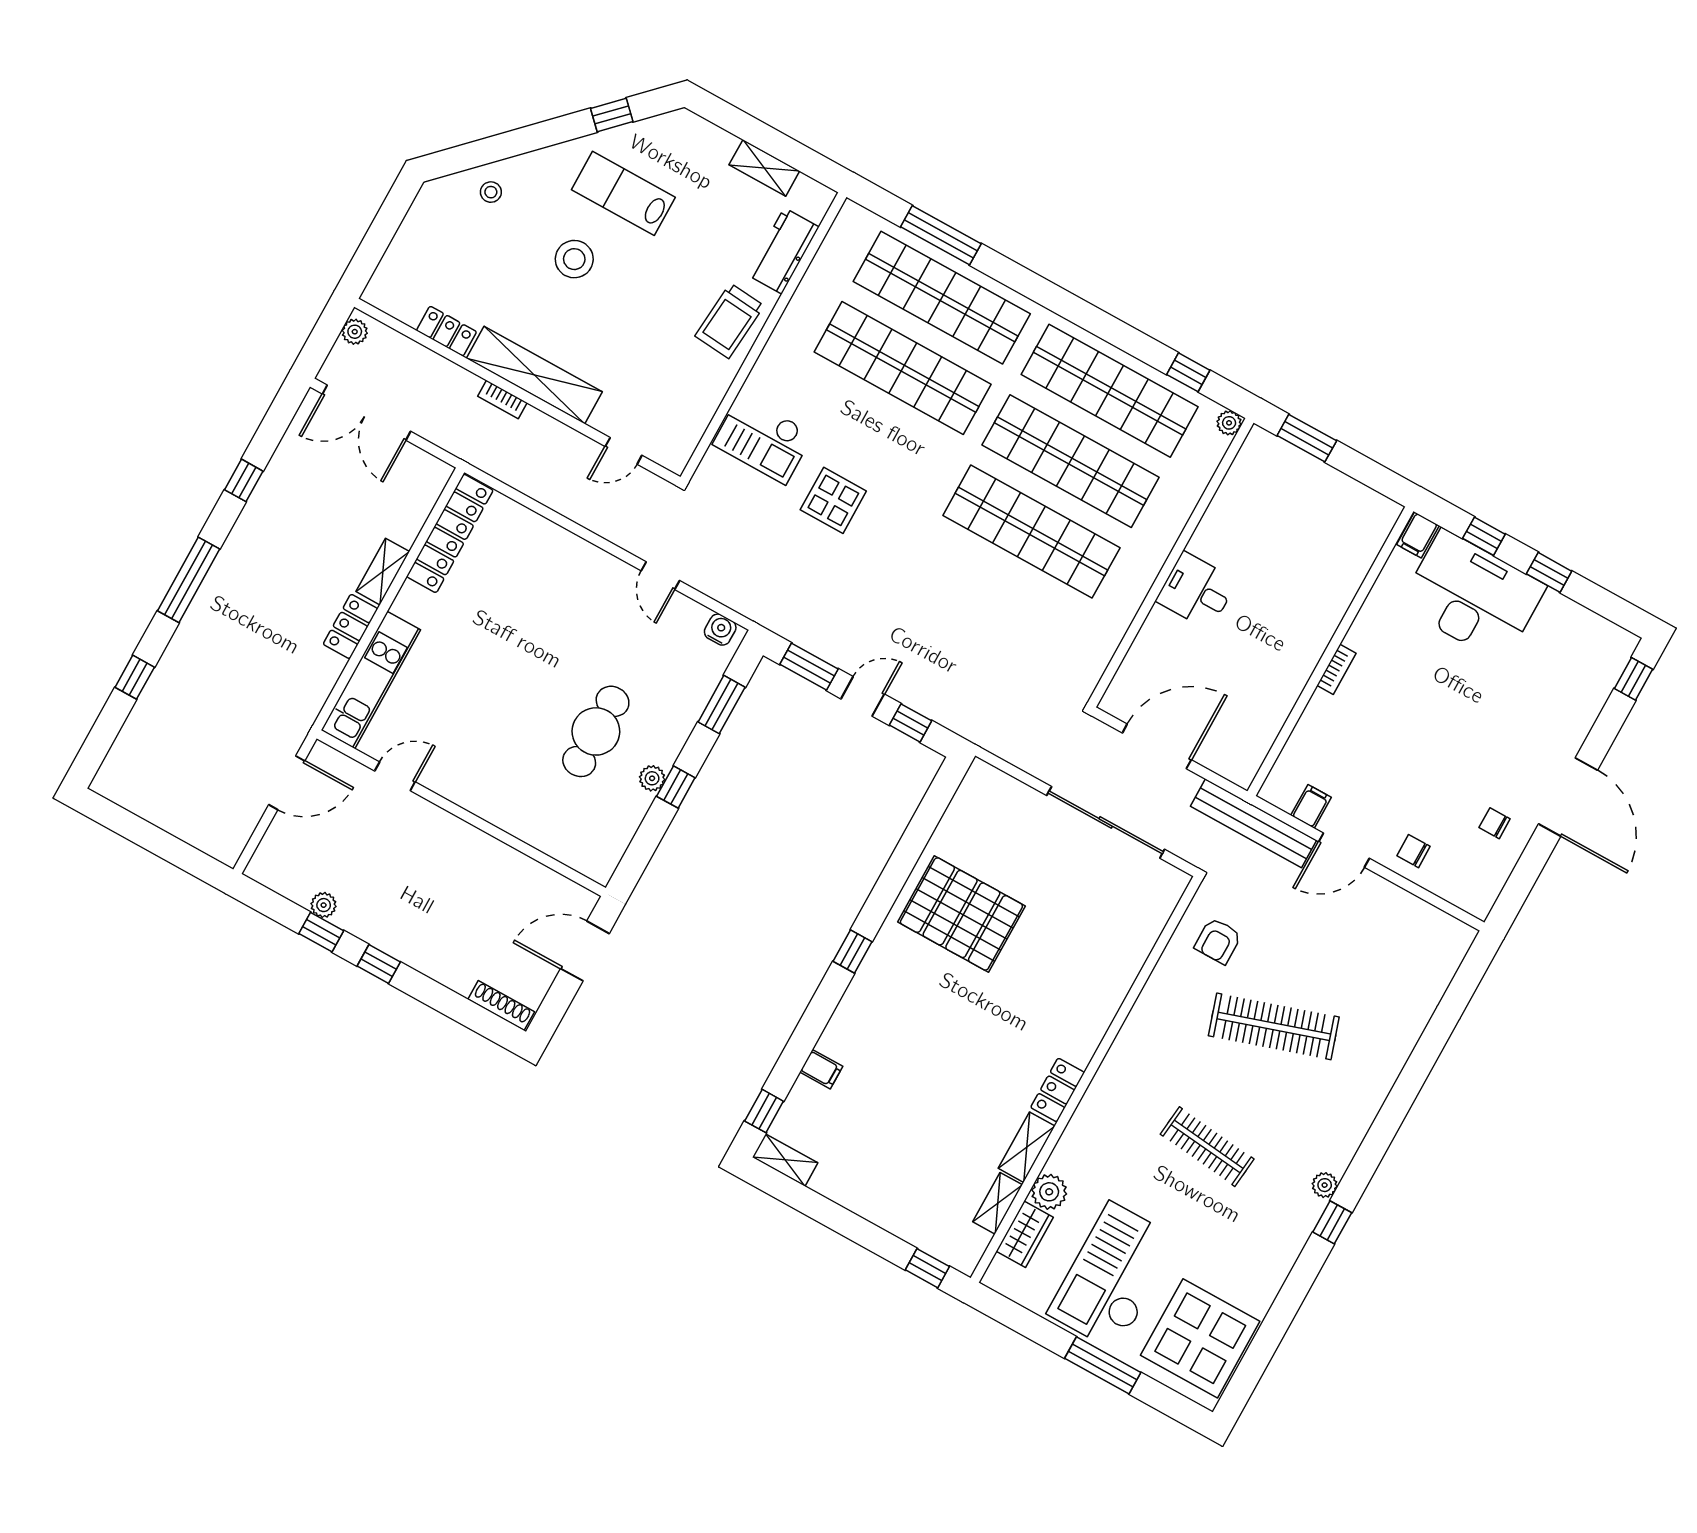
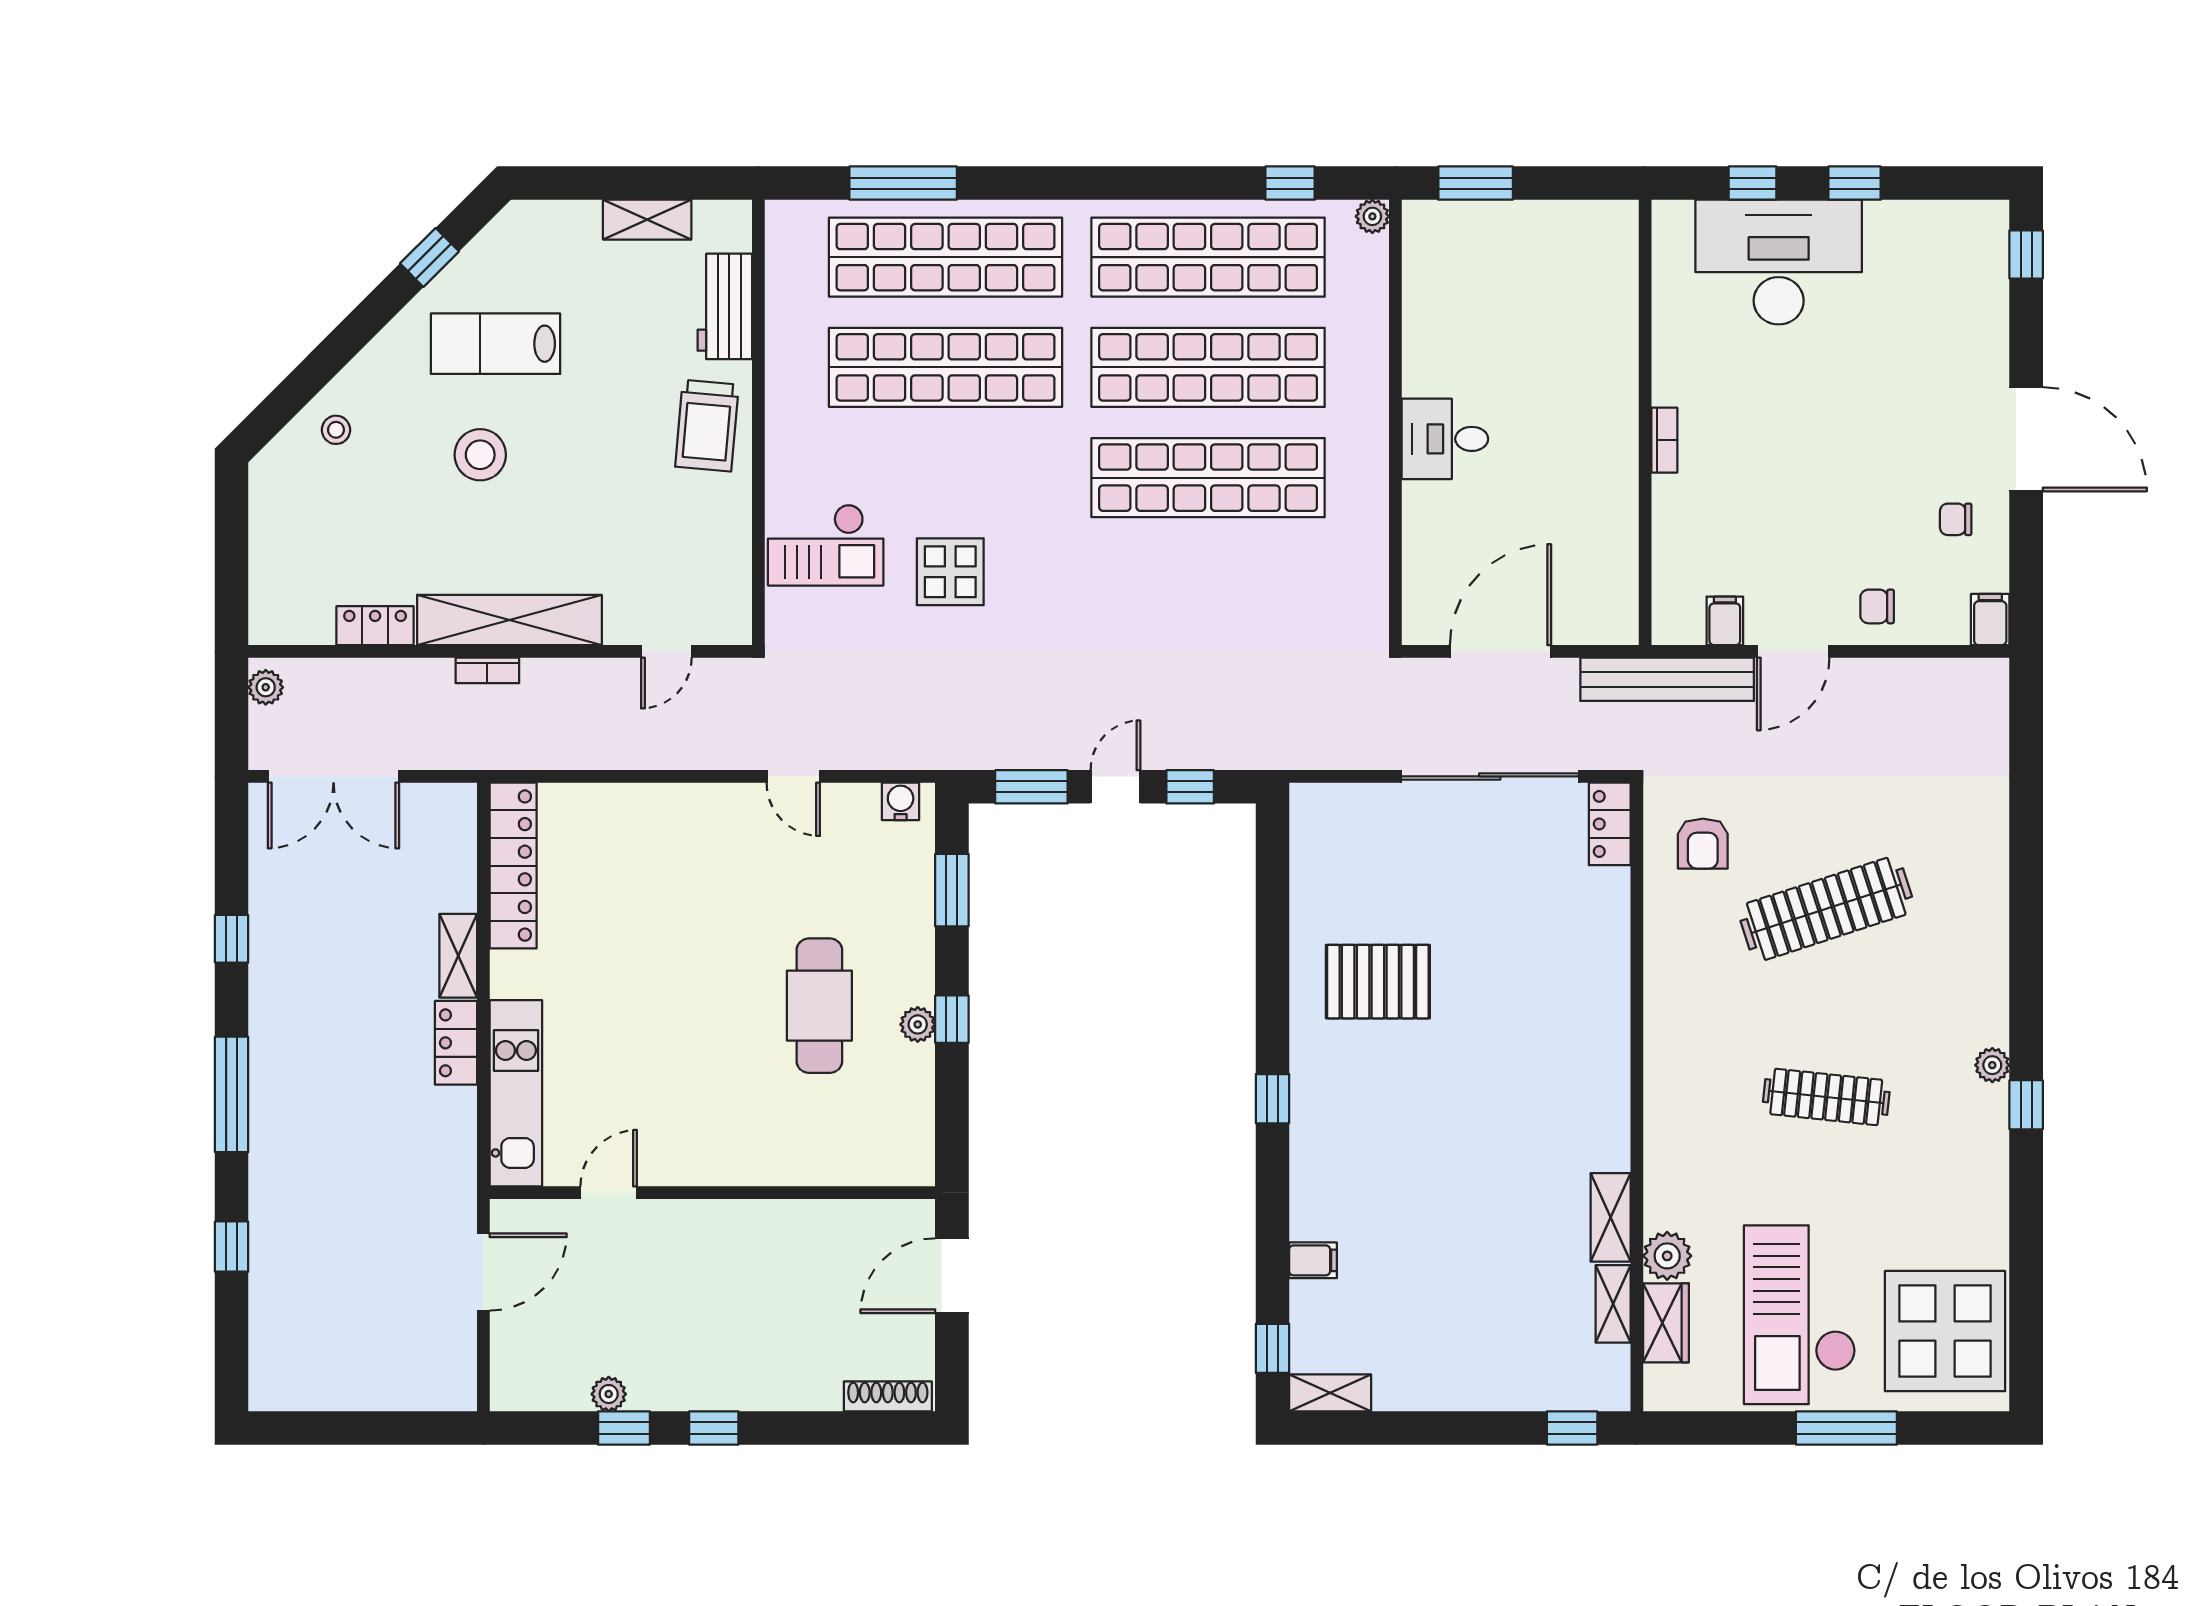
filing cabinet: (1418, 535) -> (1990, 620), moved, turned 180
pallet: (961, 914) -> (1378, 982), width x0.73, depth x0.71
locker: (1058, 1090) -> (1610, 824), moved

